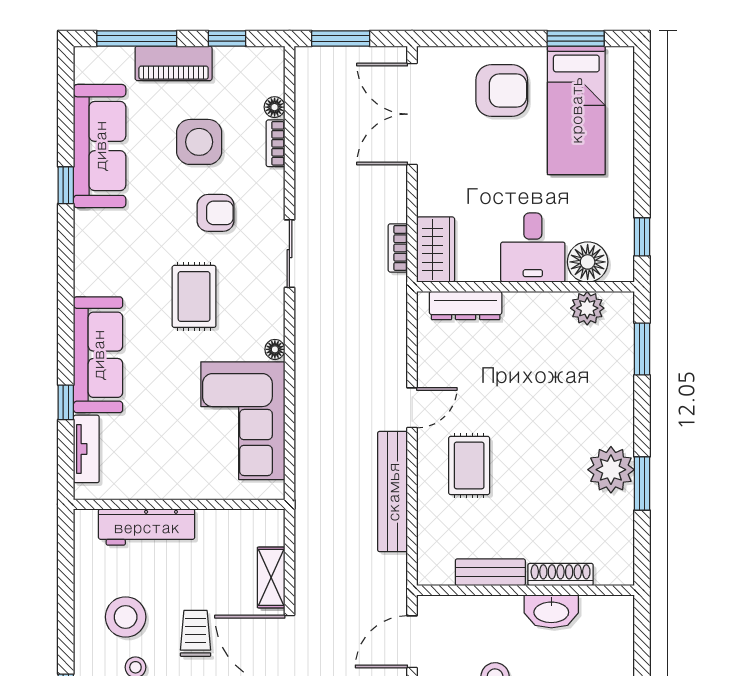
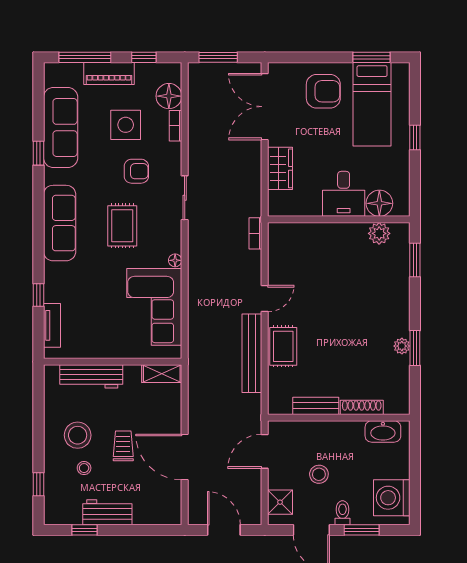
floor lamp: (275, 107) -> (169, 96), width x1.89, depth x1.89
window: (642, 237) -> (415, 138), moved
bookcase: (398, 248) -> (255, 233), moved
wardrobe: (436, 250) -> (280, 168), moved
dresser: (466, 306) -> (300, 232), removed
sofa: (98, 355) -> (60, 223), moved
rug: (469, 465) -> (283, 346), moved
plant: (611, 470) -> (402, 346), width x0.53, depth x0.53
shelving: (271, 577) -> (162, 374), moved, turned 90
washbasin: (551, 611) -> (383, 431), moved

